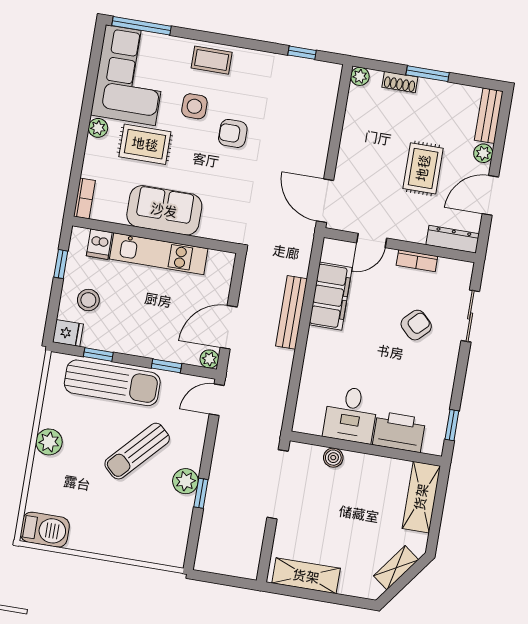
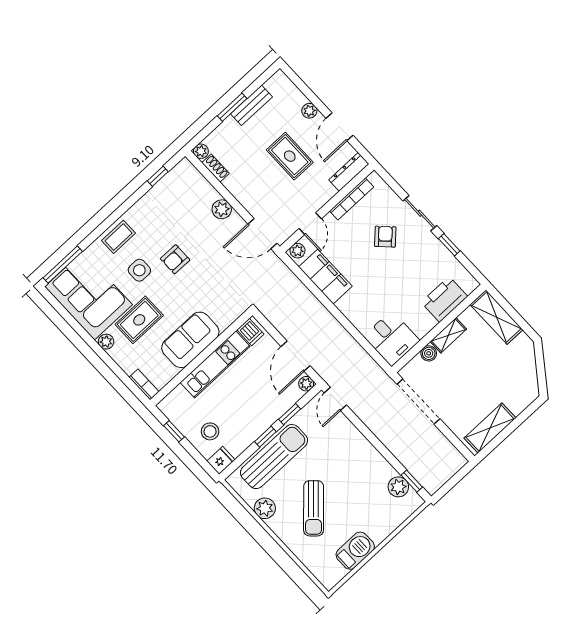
shoe rack: (400, 82) -> (215, 168), moved, turned -90
bench: (489, 116) -> (251, 105), moved, turned 90
plant: (318, 142) -> (222, 209), added
dishwasher: (99, 244) -> (250, 332), moved
plant: (335, 248) -> (297, 251), added
bookcase: (417, 261) -> (352, 199), width x1.56
bench: (291, 312) -> (317, 309), removed
sliding door: (470, 316) -> (420, 213), moved
window: (98, 354) -> (265, 437), moved
desk: (351, 414) -> (392, 338), moved
window: (452, 425) -> (449, 245), moved
plant: (49, 442) -> (265, 508), moved
sun lounger: (137, 451) -> (314, 508), moved
plant: (185, 481) -> (398, 487), moved
window: (201, 493) -> (412, 481), moved
barbecue: (45, 530) -> (355, 551), moved
shelving: (396, 568) -> (448, 335), moved, turned 53

